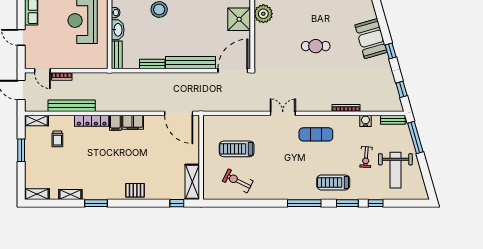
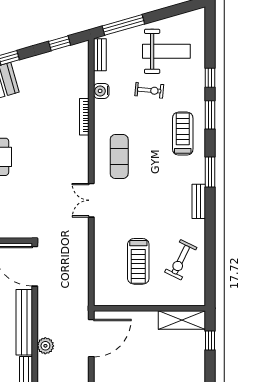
plant: (173, 79) -> (45, 346), added
treadmill: (333, 182) -> (183, 134), turned 180
bench: (282, 195) -> (199, 201), added
window: (304, 203) -> (210, 172), width x0.69

